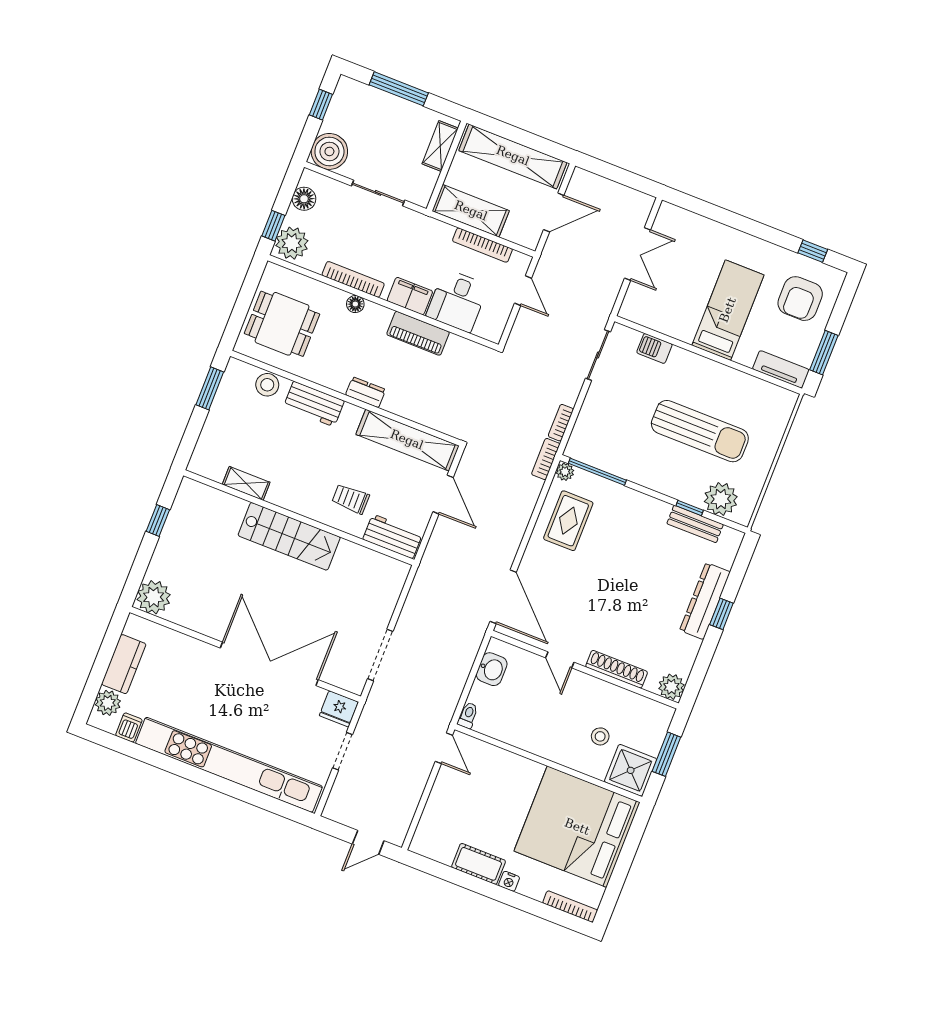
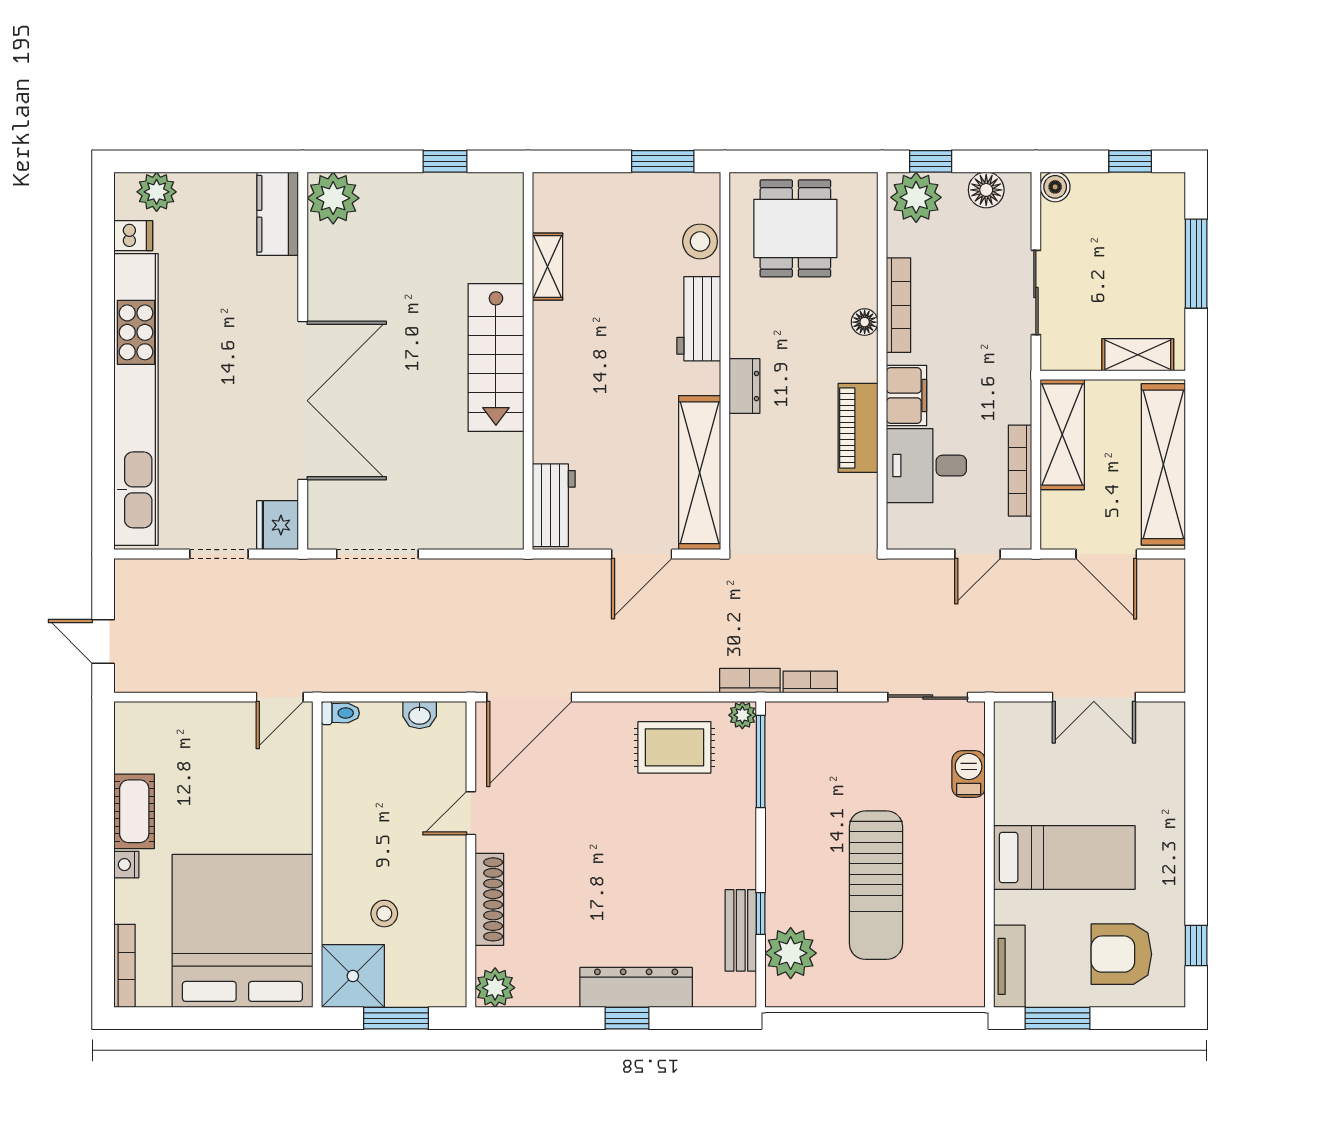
boiler: (329, 151) -> (1055, 187), width x0.54, depth x0.54
trolley: (351, 499) -> (584, 424), removed
kitchen counter: (124, 664) -> (278, 214), moved, turned 90
washbasin: (492, 669) -> (420, 715), width x0.72, depth x0.69

